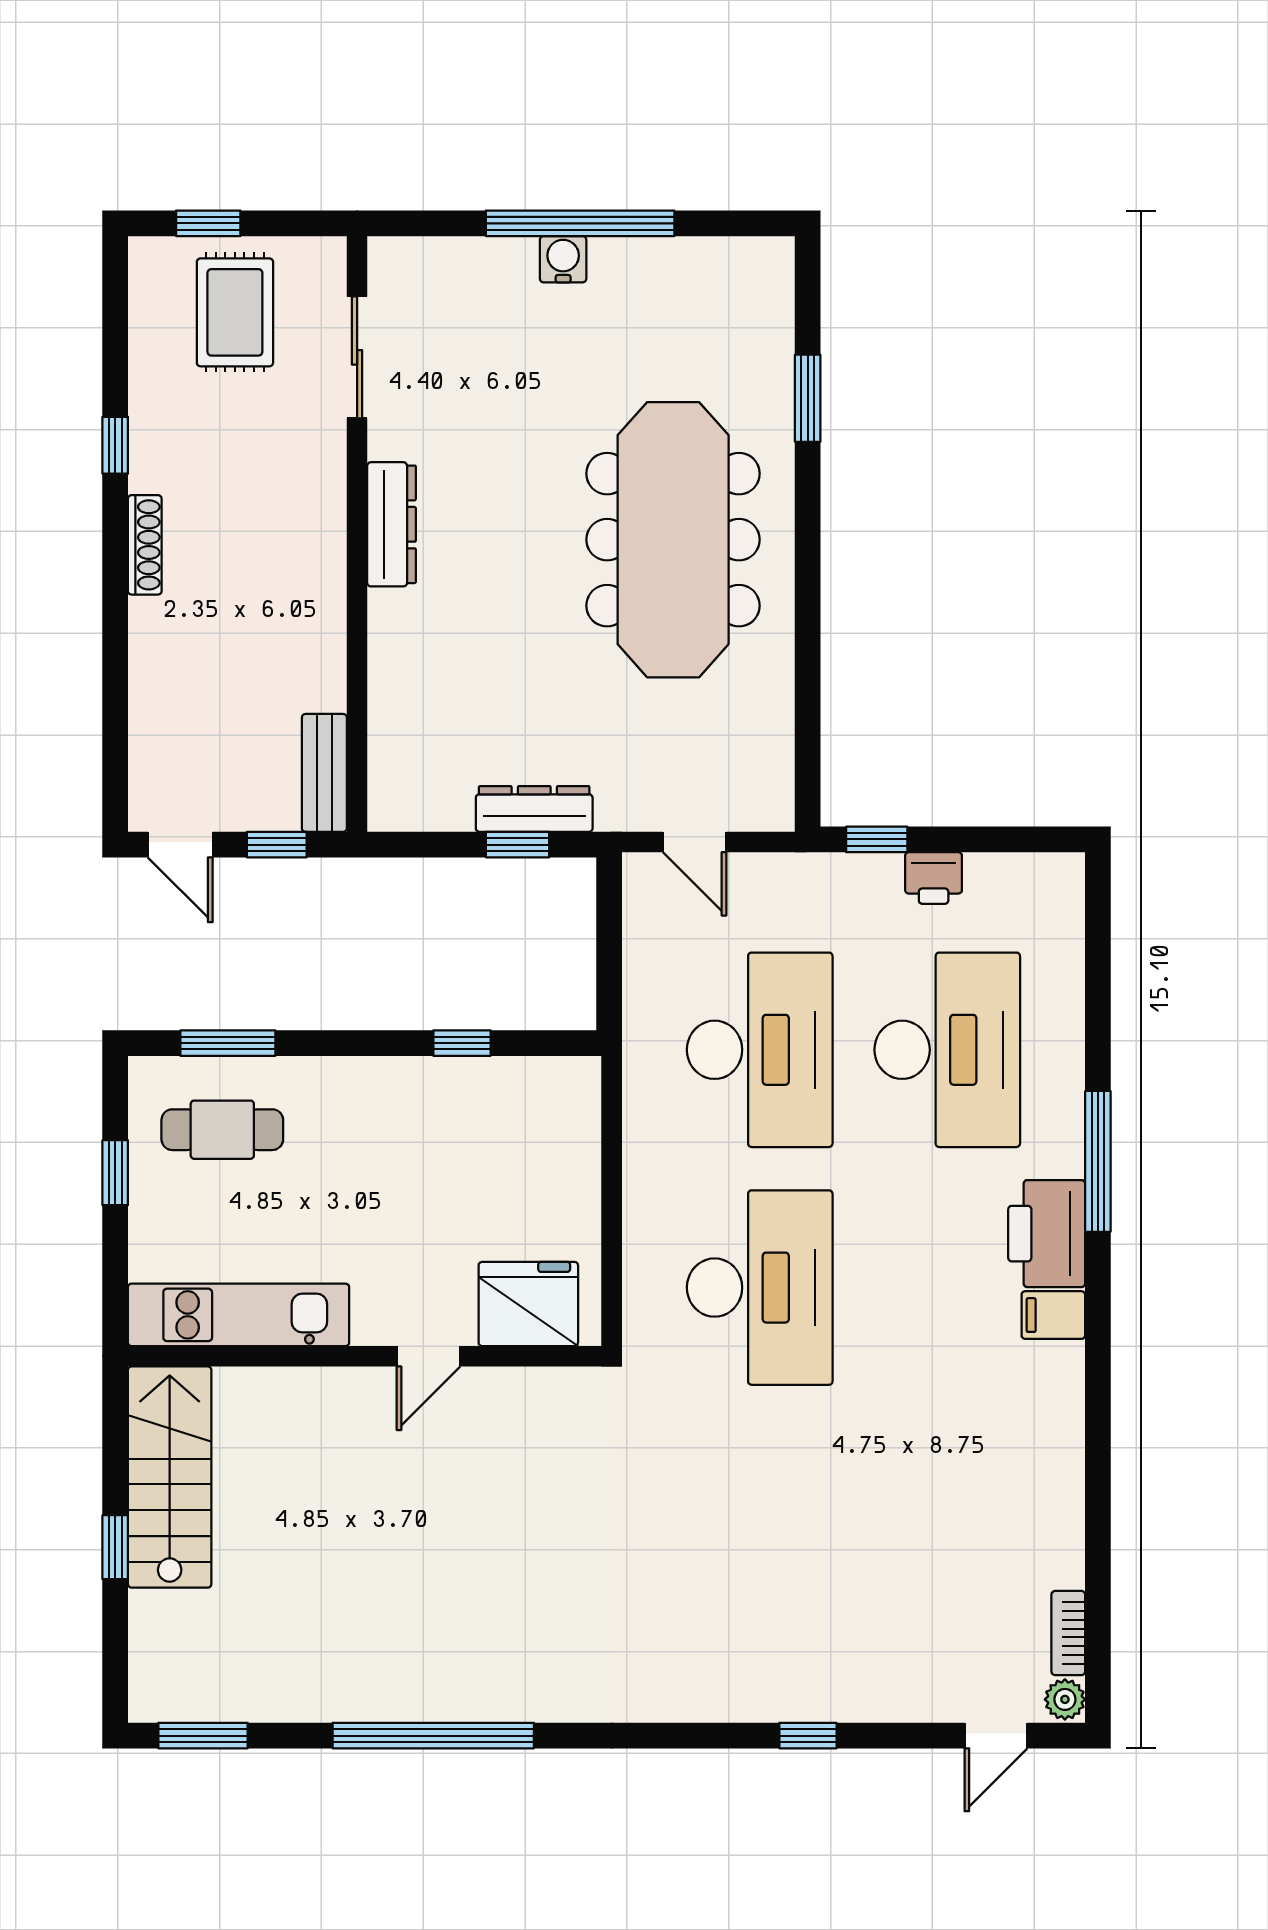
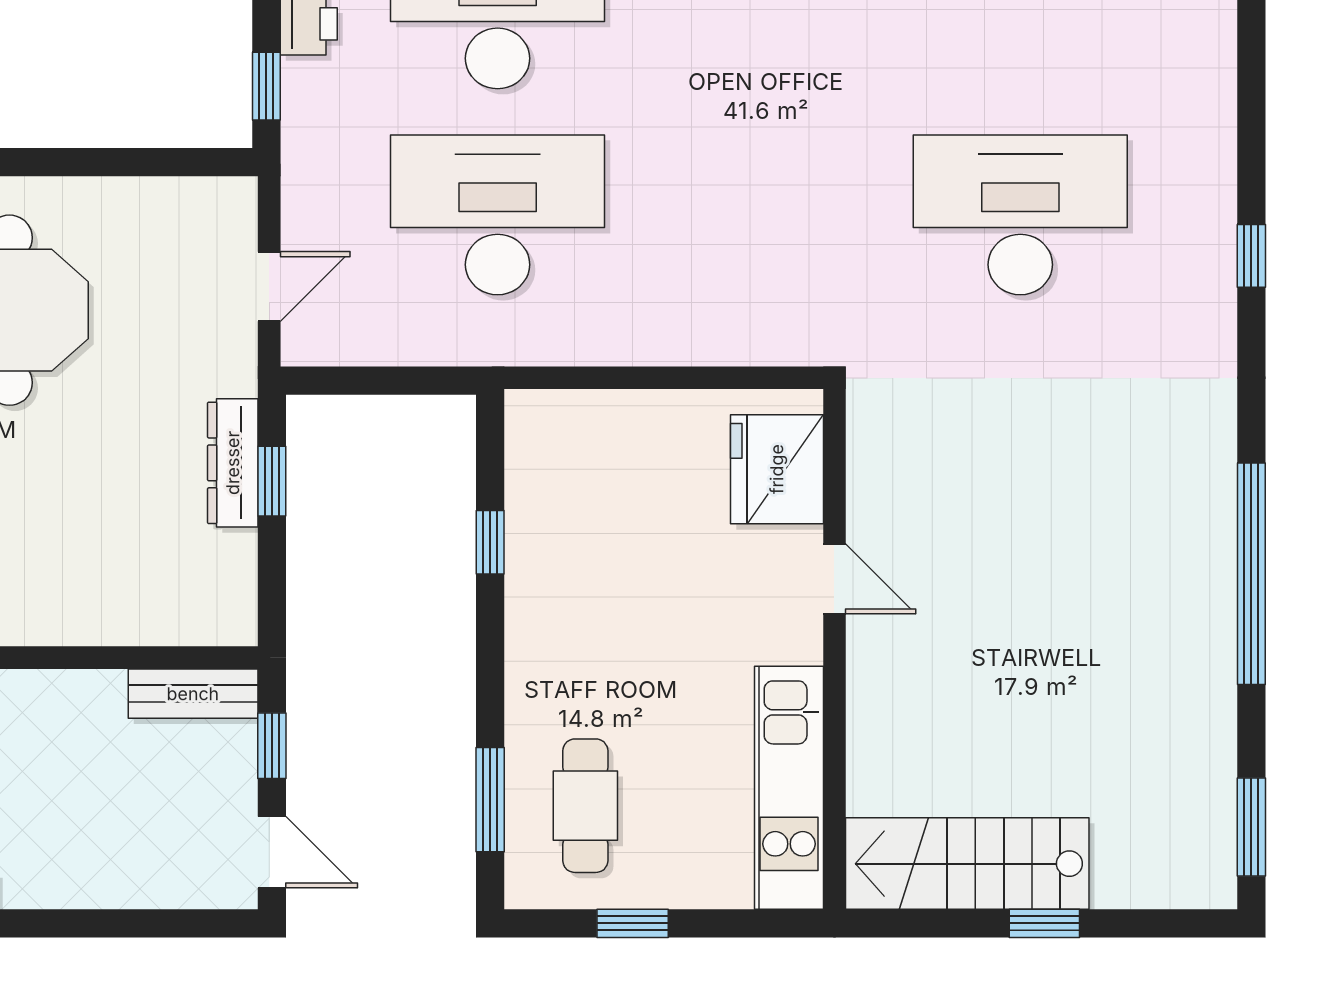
door: (180, 845) -> (272, 852), hinge flipped
desk: (760, 1288) -> (1020, 215), moved
window: (808, 1736) -> (1251, 256), moved

